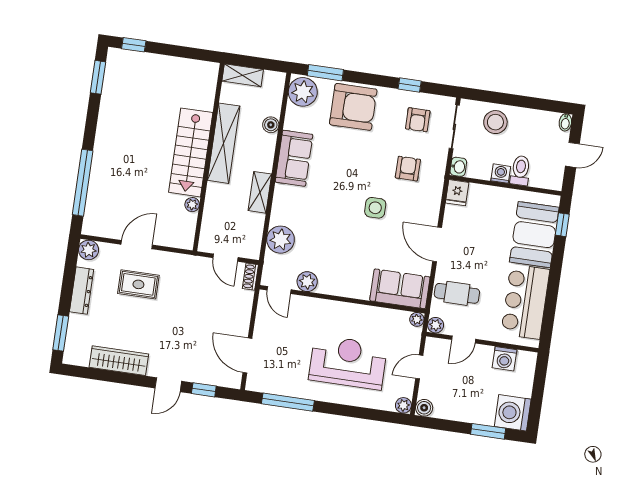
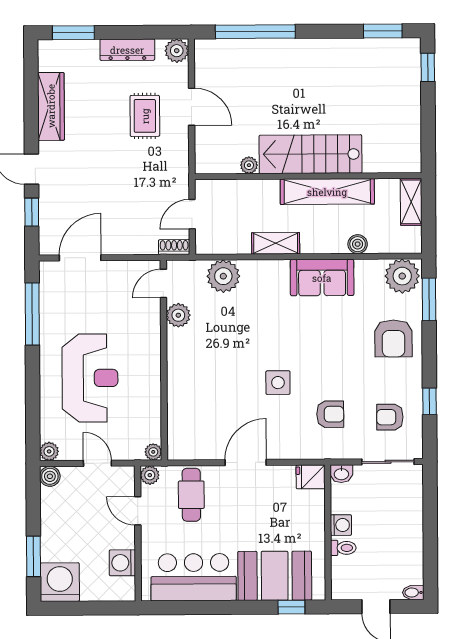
armchair: (353, 107) -> (393, 338), width x0.73, depth x0.73
stool: (495, 122) -> (401, 510), removed
toilet: (520, 170) -> (343, 548), width x0.73, depth x0.72
sofa: (400, 289) -> (186, 426), removed

